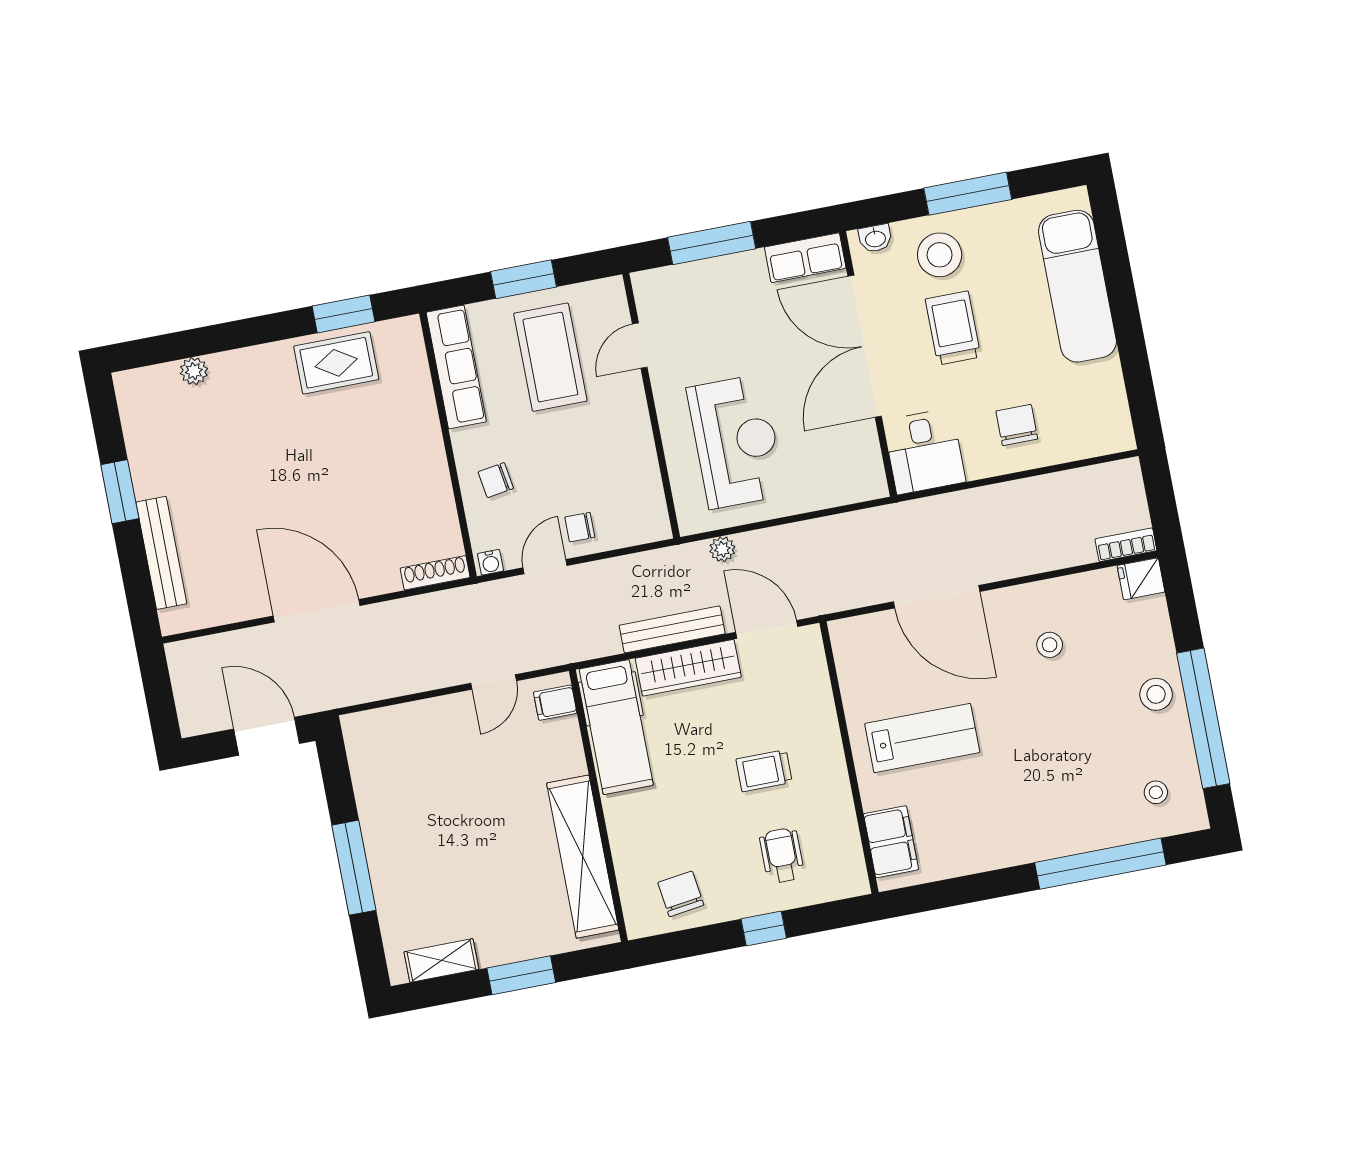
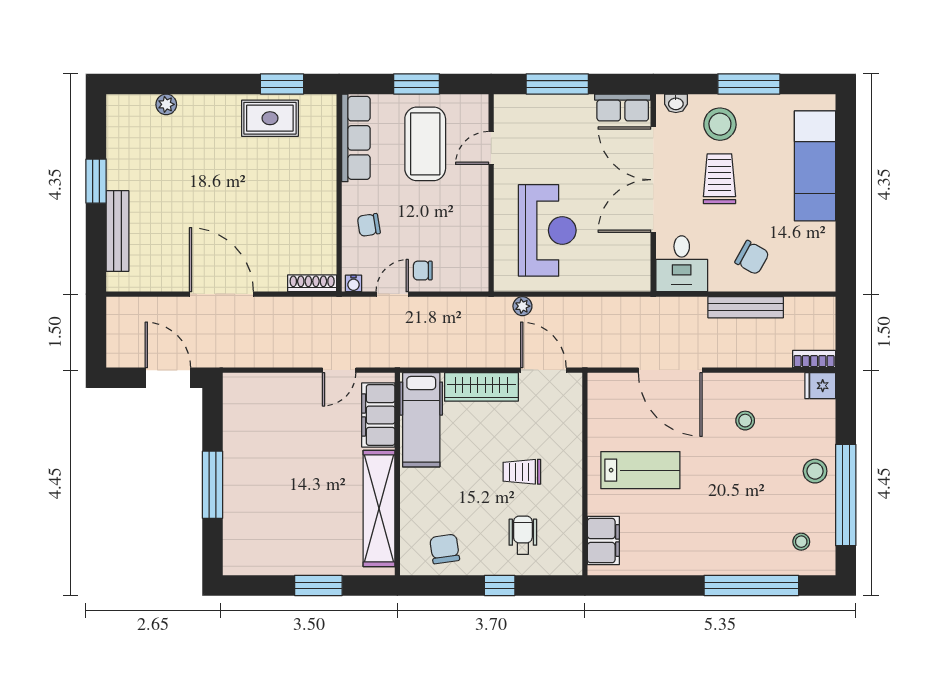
chair: (1017, 425) -> (752, 258), turned 119
bench: (672, 629) -> (746, 307), moved
filing cabinet: (555, 703) -> (378, 415), width x3.00, depth x1.17
shelving: (441, 960) -> (263, 564), removed

